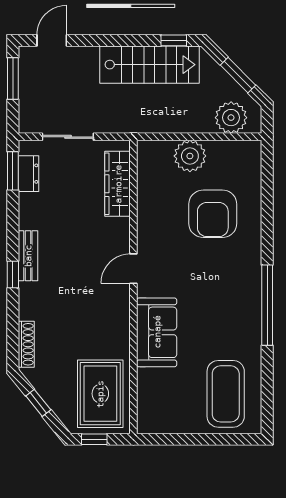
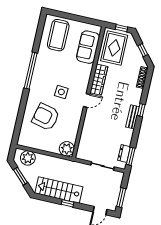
window: (174, 40) -> (68, 203), moved
plant: (190, 156) -> (67, 149), moved
wardrobe: (118, 184) -> (99, 80), moved
armchair: (213, 214) -> (46, 117), turned -77
side table: (192, 274) -> (61, 92), added
sofa: (157, 332) -> (88, 47), moved

